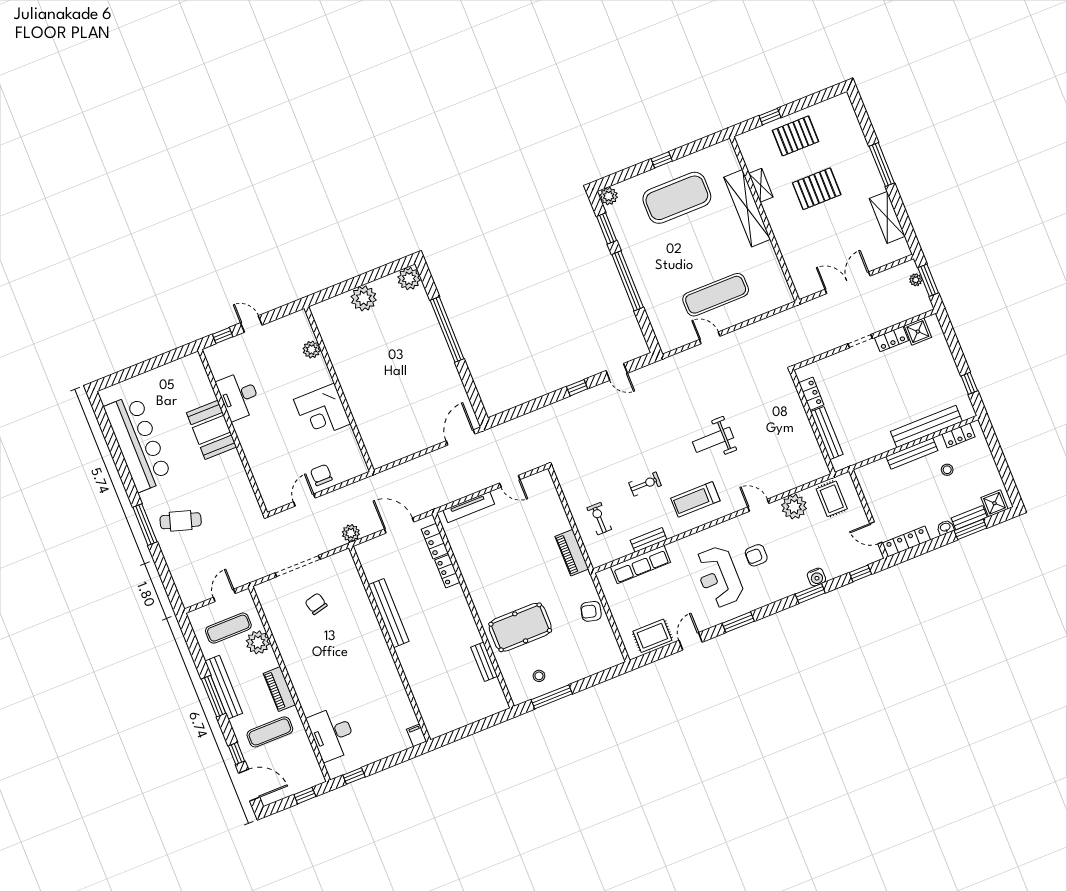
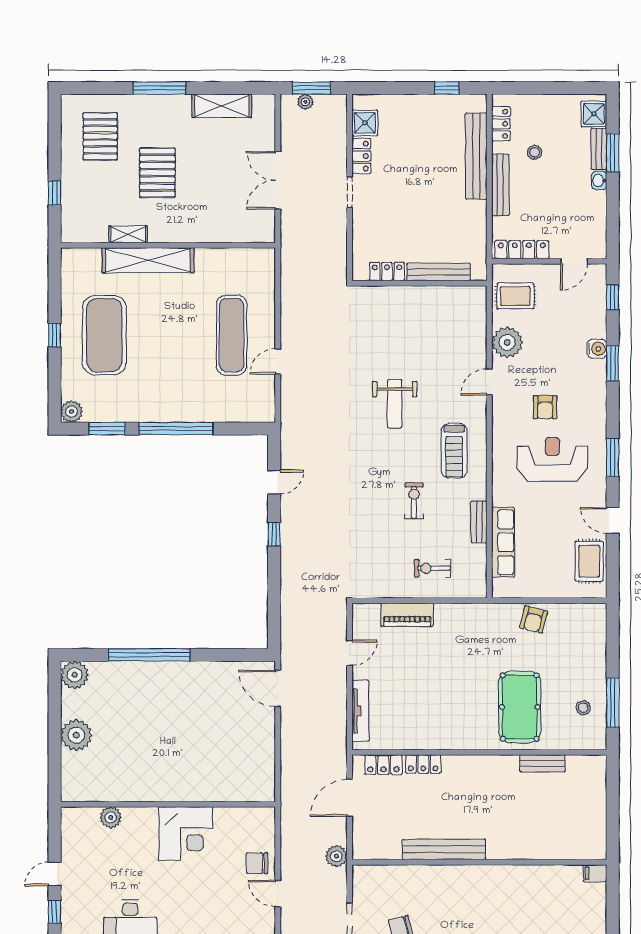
pallet: (796, 136) -> (100, 136), moved
locker: (906, 541) -> (522, 250), moved, turned 90
piano: (572, 553) -> (407, 615), moved
reception desk: (719, 577) -> (552, 459), turned 180

